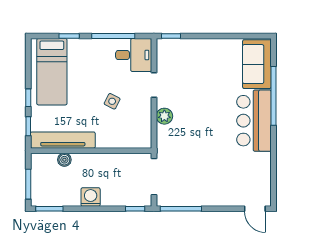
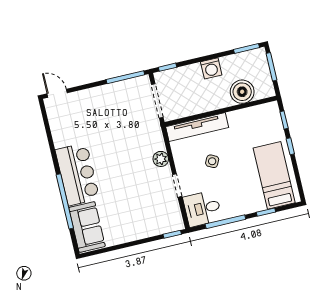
tv unit: (63, 140) -> (197, 127), moved
boiler: (64, 160) -> (242, 92), width x1.86, depth x1.86

